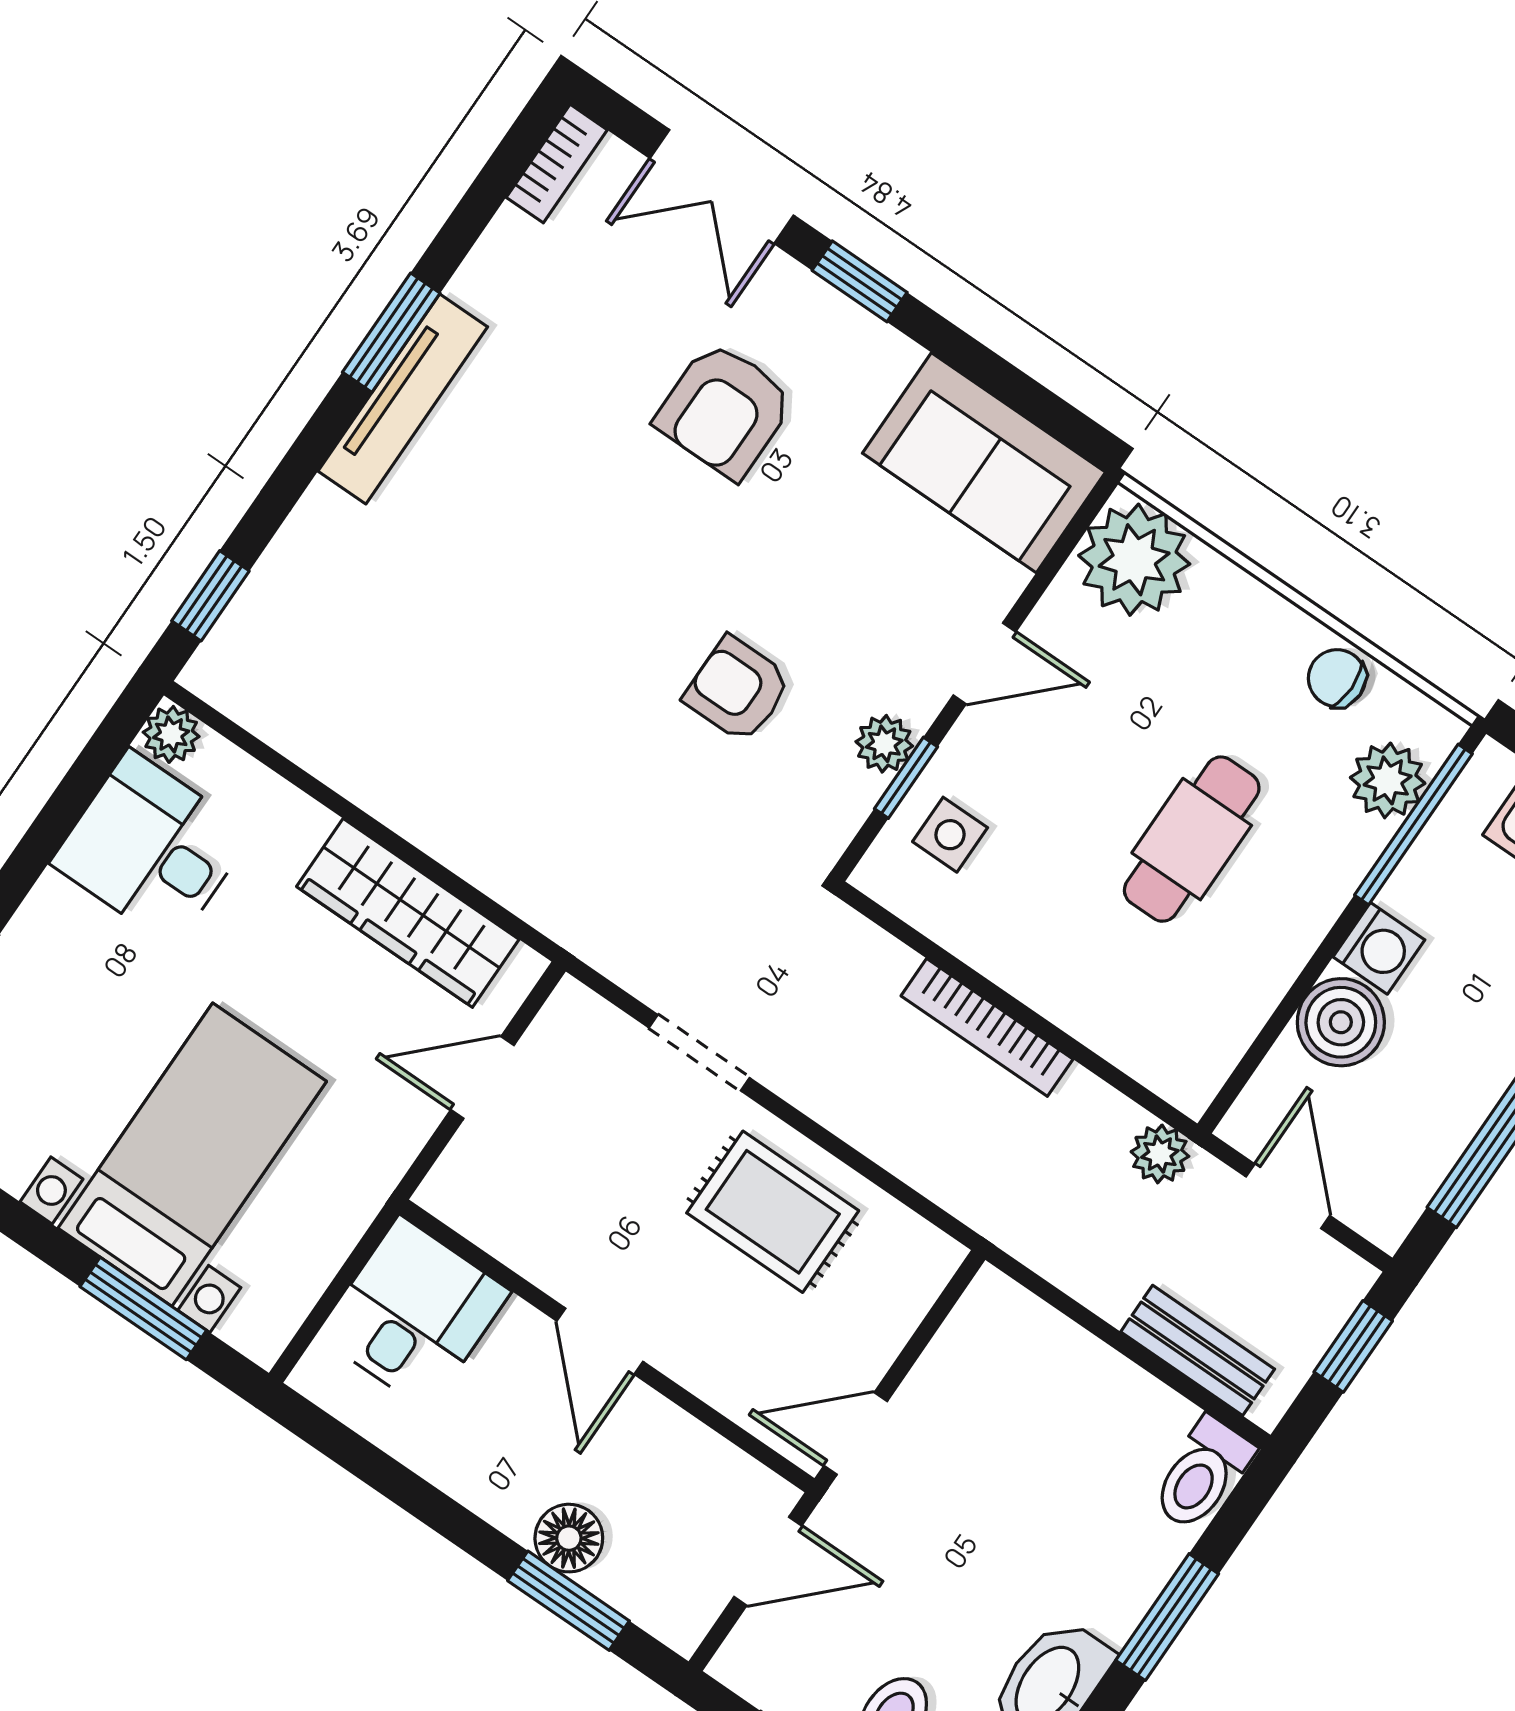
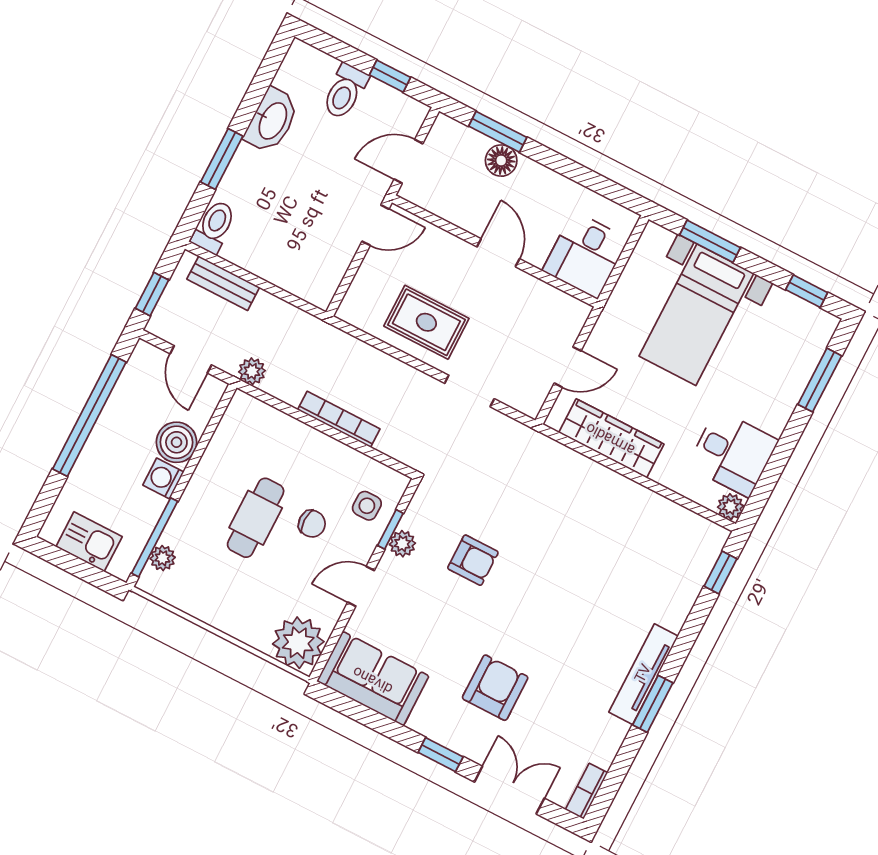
chair: (1337, 678) -> (312, 524), moved
plant: (1388, 780) -> (163, 558), width x0.73, depth x0.73

